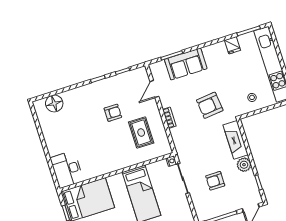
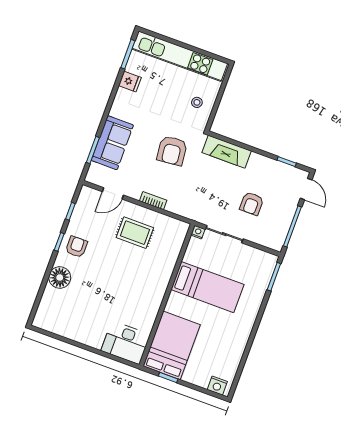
door: (154, 89) -> (113, 193), hinge flipped
floor lamp: (54, 103) -> (60, 278), moved
armchair: (113, 113) -> (77, 247), moved
rug: (141, 132) -> (135, 233), moved
plant: (244, 165) -> (258, 162), removed

